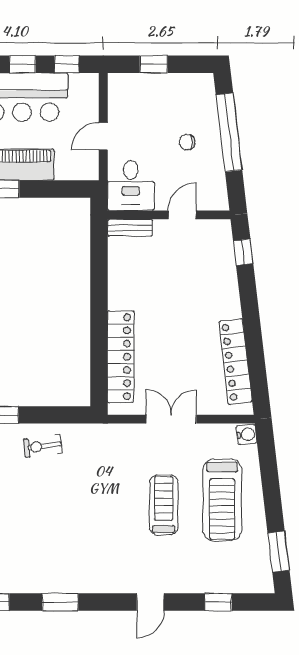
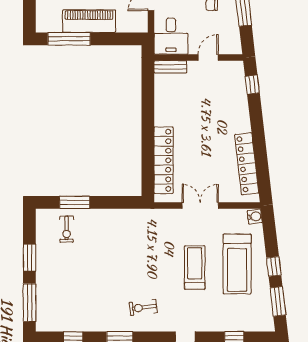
exercise bike: (43, 446) -> (143, 307), moved
window: (273, 503) -> (274, 266), added

